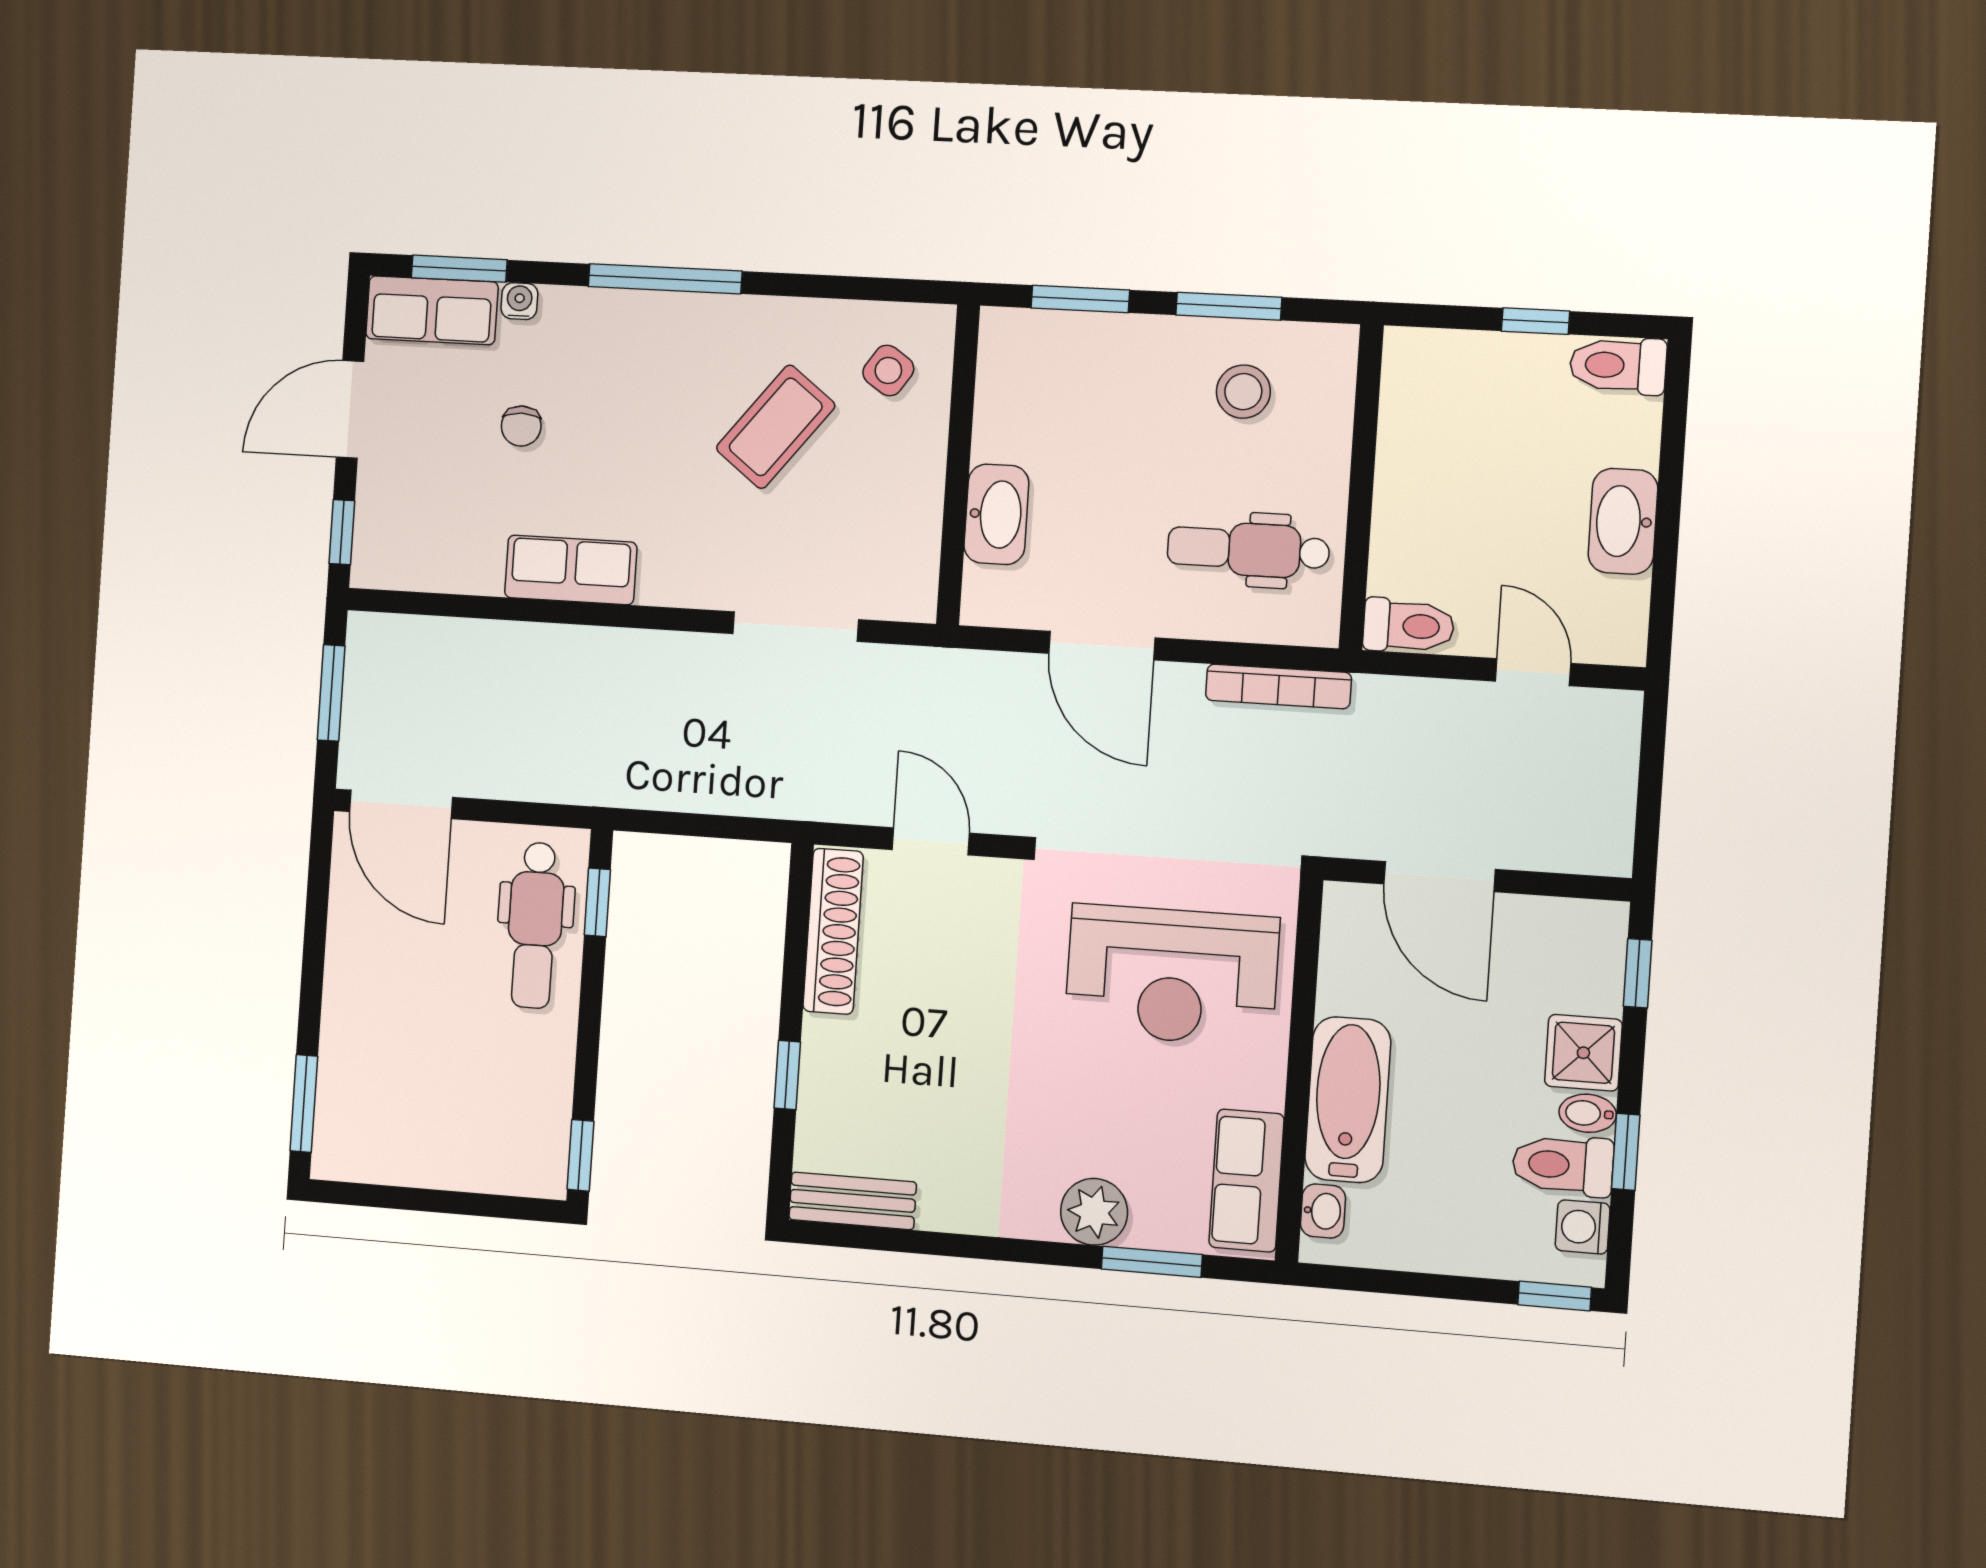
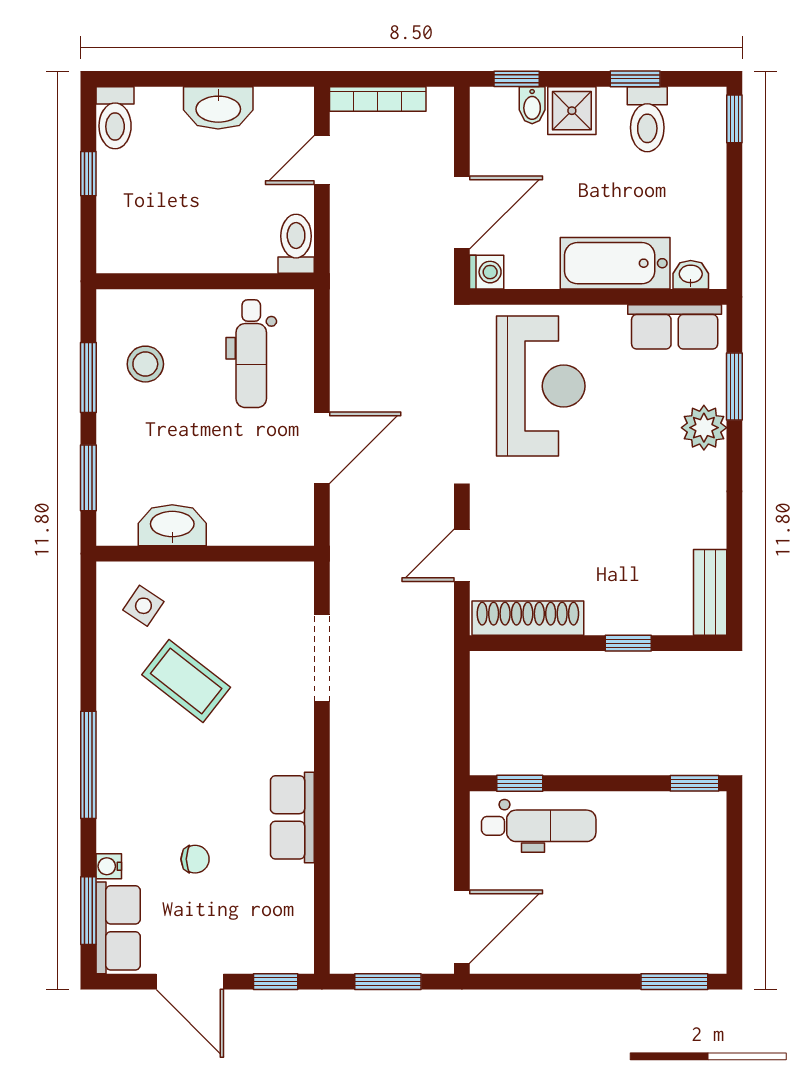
washbasin: (996, 514) -> (172, 525), moved
bookcase: (1278, 686) -> (378, 99), moved, turned 90
bidet: (1588, 1113) -> (532, 105), moved
washing machine: (1583, 1227) -> (487, 272), moved, turned -90

